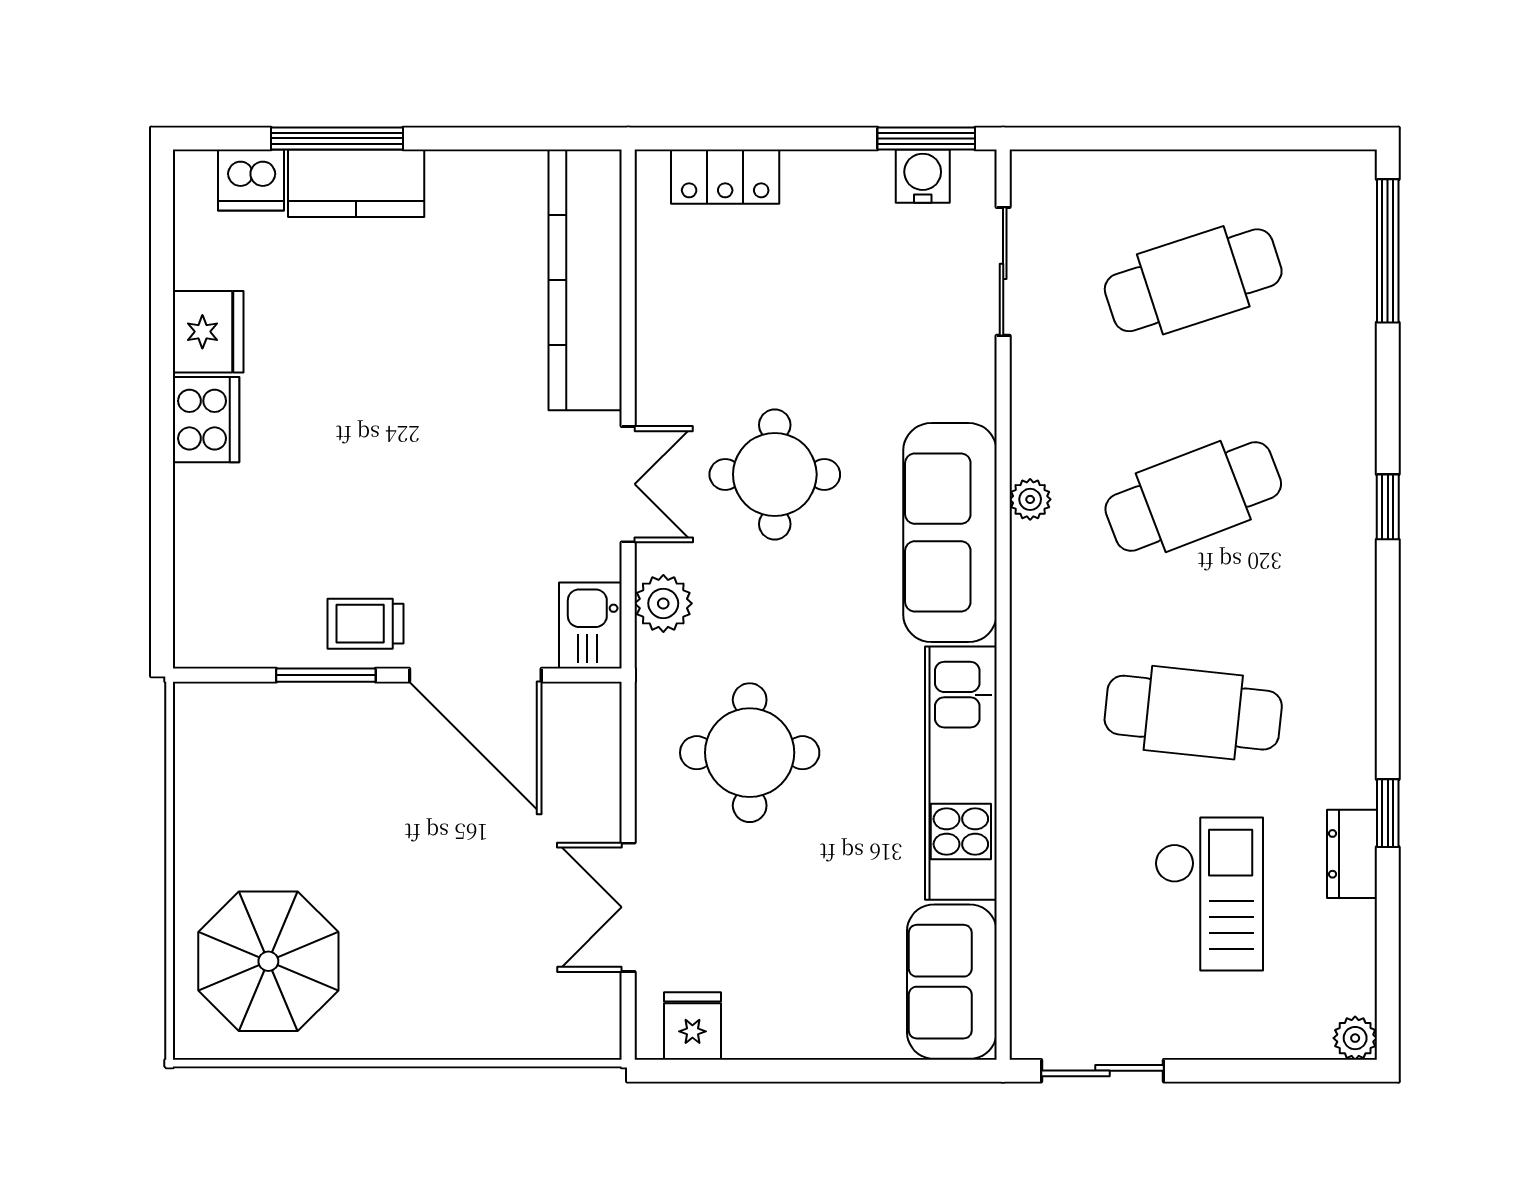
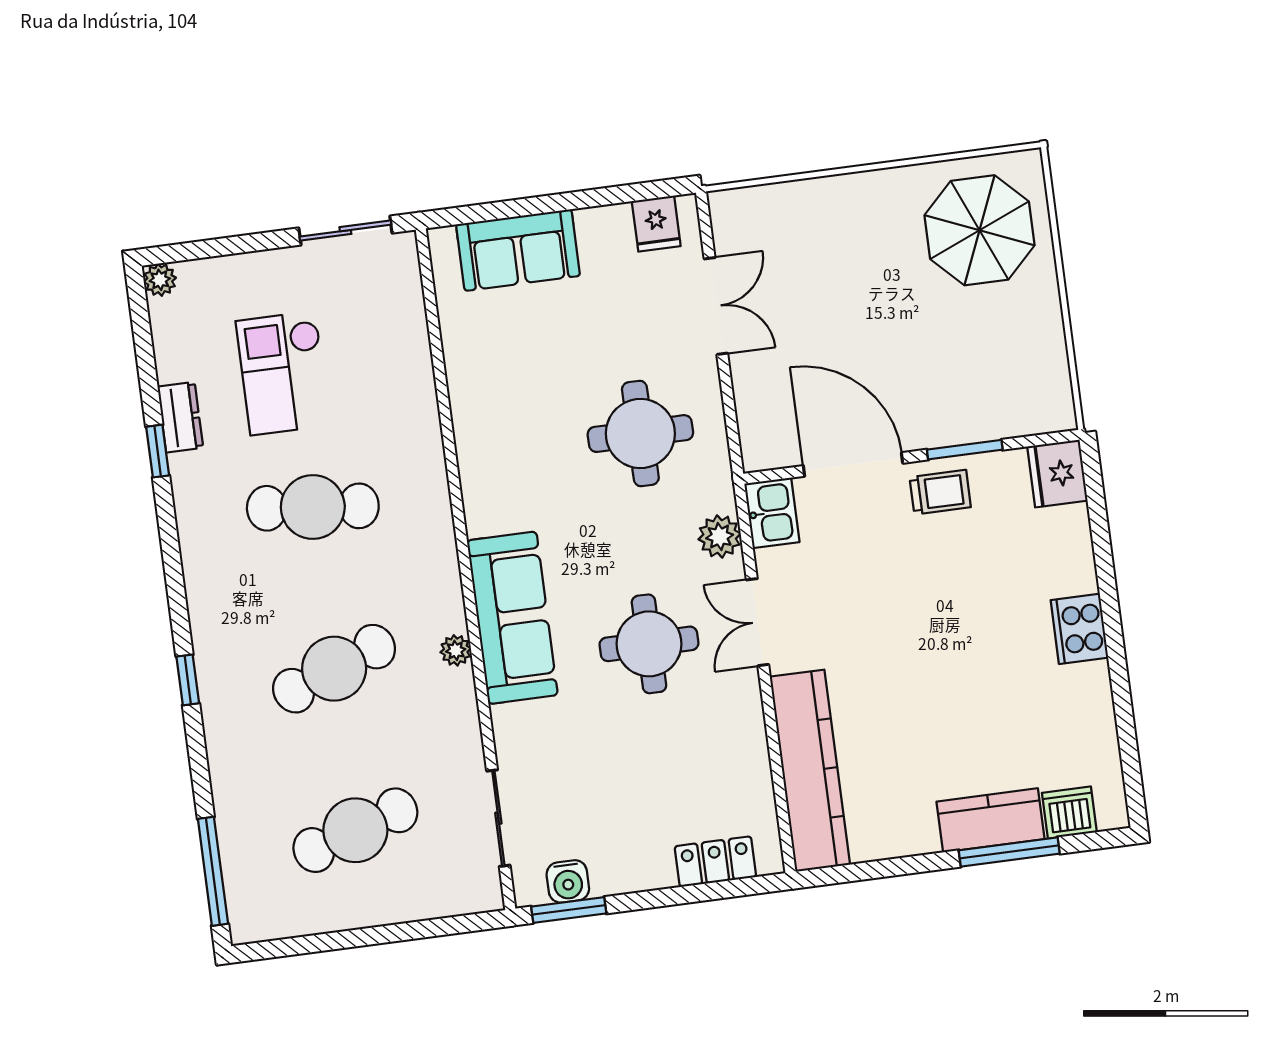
fridge: (208, 332) -> (1057, 474), moved
kitchen unit: (961, 773) -> (481, 439), removed
sofa: (952, 982) -> (518, 250), moved, turned 90

